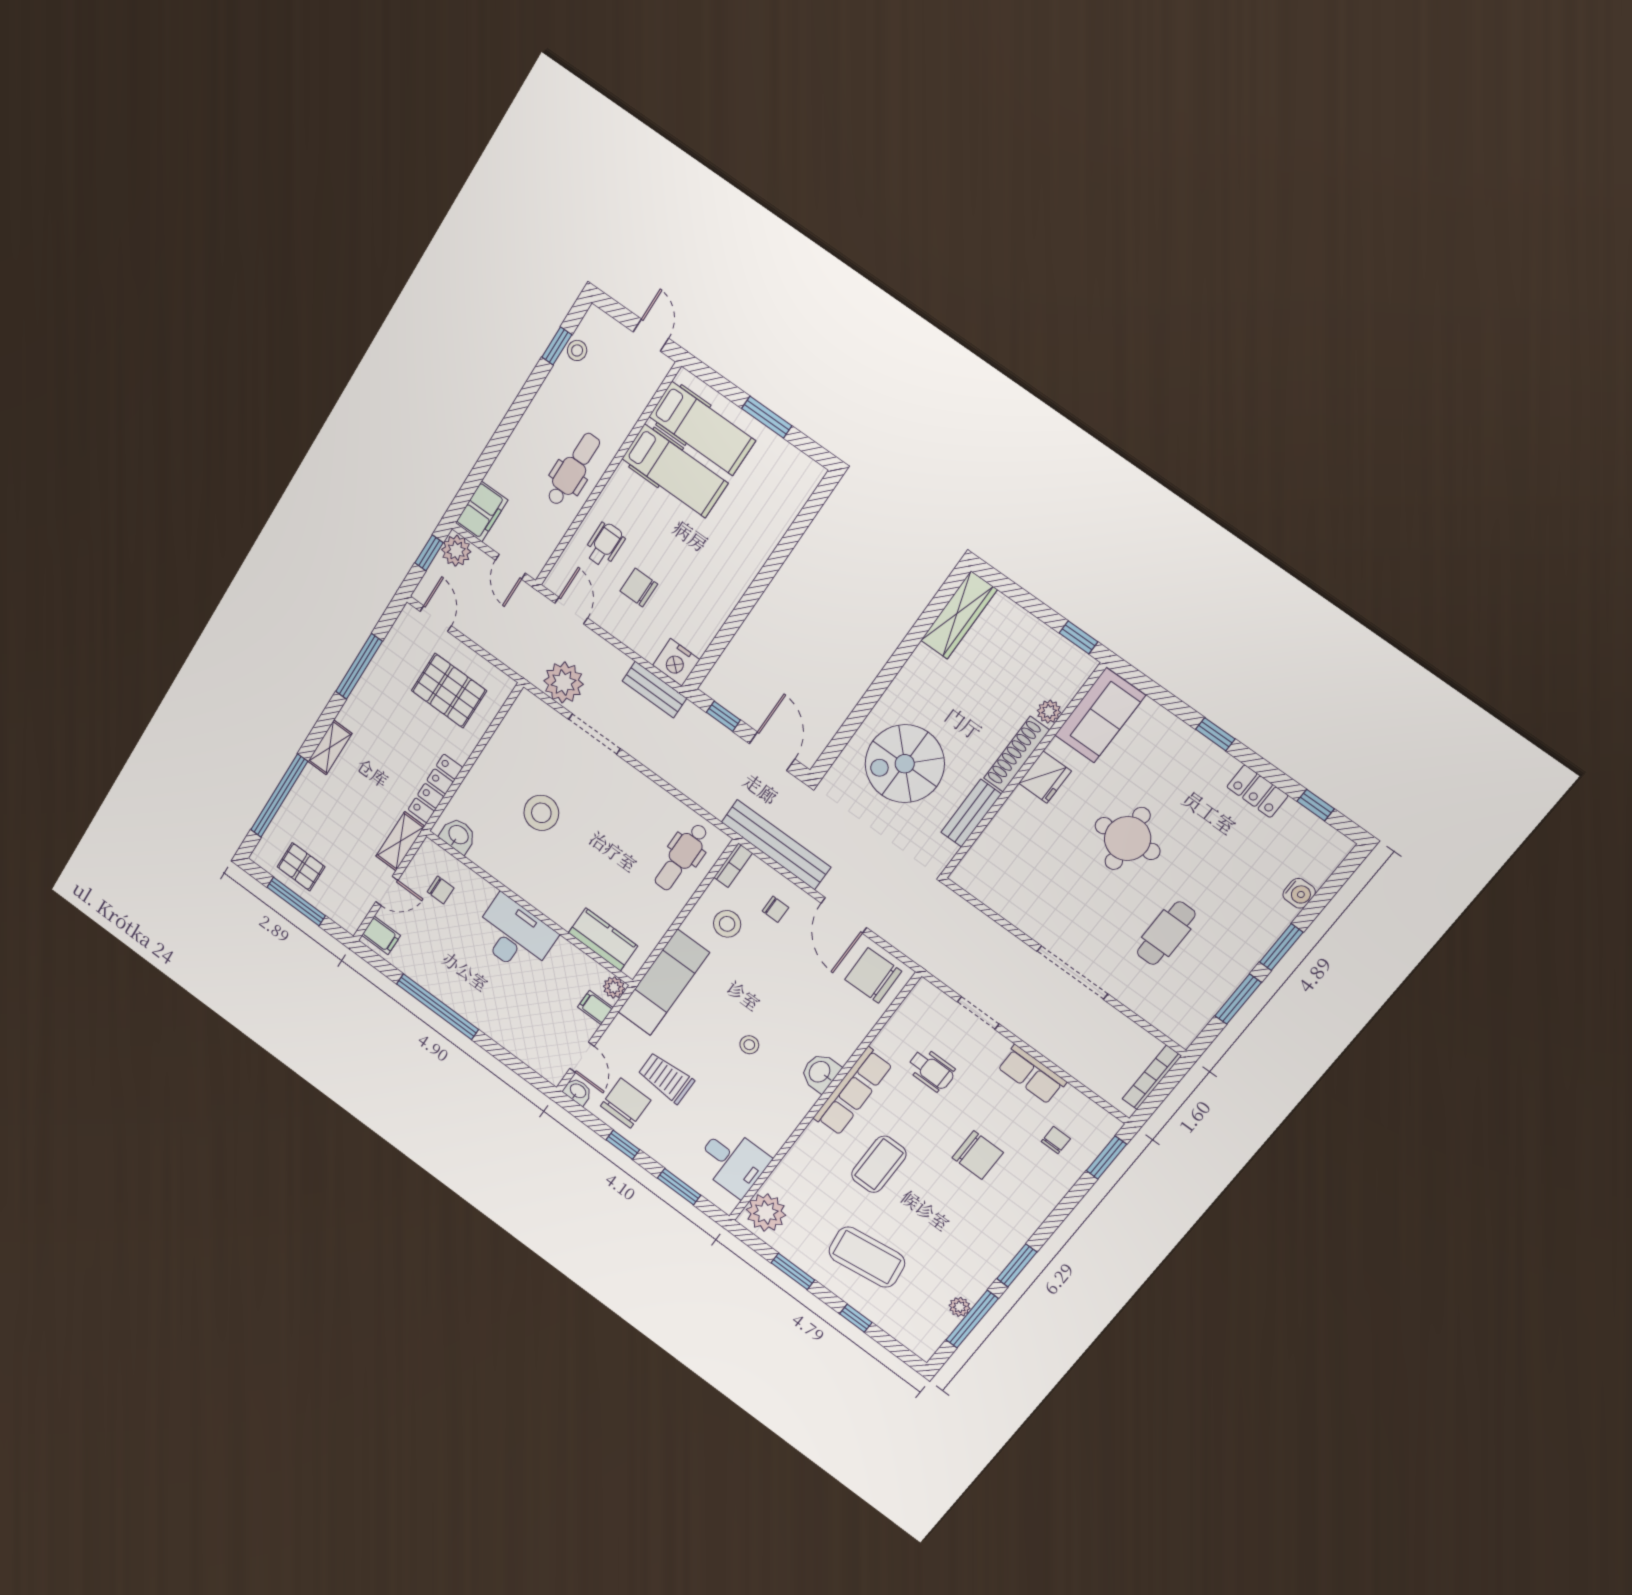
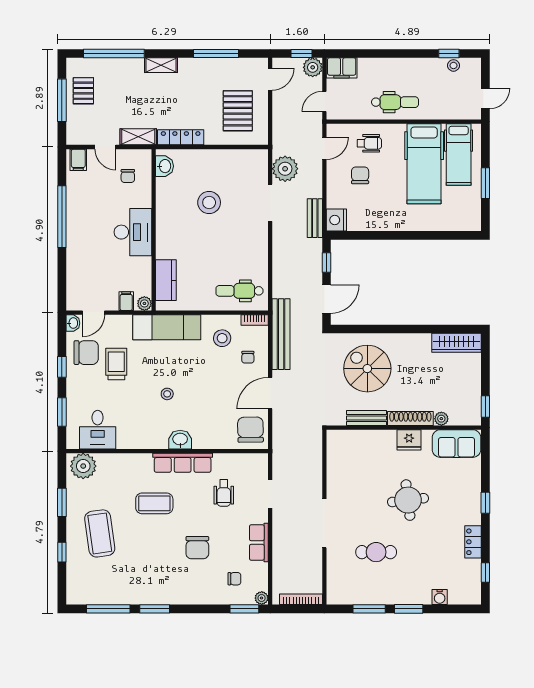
hospital bed: (675, 471) -> (424, 164), width x1.37, depth x1.29
plant: (960, 1307) -> (262, 598), moved

